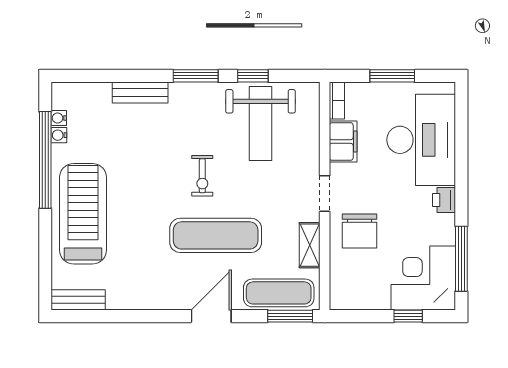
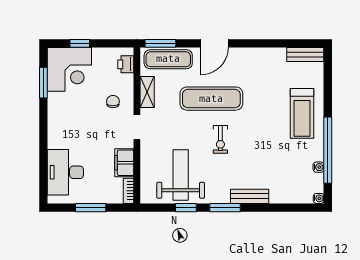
bench: (140, 92) -> (250, 196), moved
water cooler: (59, 118) -> (319, 198), moved
desk: (421, 140) -> (65, 172), width x0.73, depth x0.77
exercise bike: (202, 176) -> (220, 139), turned 180
printer: (444, 200) -> (126, 64), moved, turned 180
treadmill: (83, 214) -> (302, 113), width x0.73, depth x0.73
chair: (360, 231) -> (113, 102), width x0.54, depth x0.54
window: (461, 259) -> (43, 83), width x0.69

